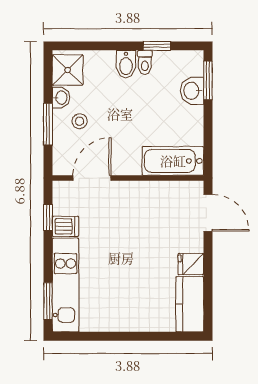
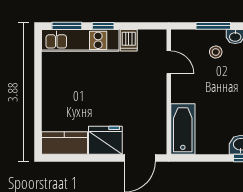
door: (92, 178) -> (169, 62), width x0.73
window: (48, 217) -> (103, 26), moved
fridge: (191, 264) -> (105, 140), width x1.88, depth x1.34

